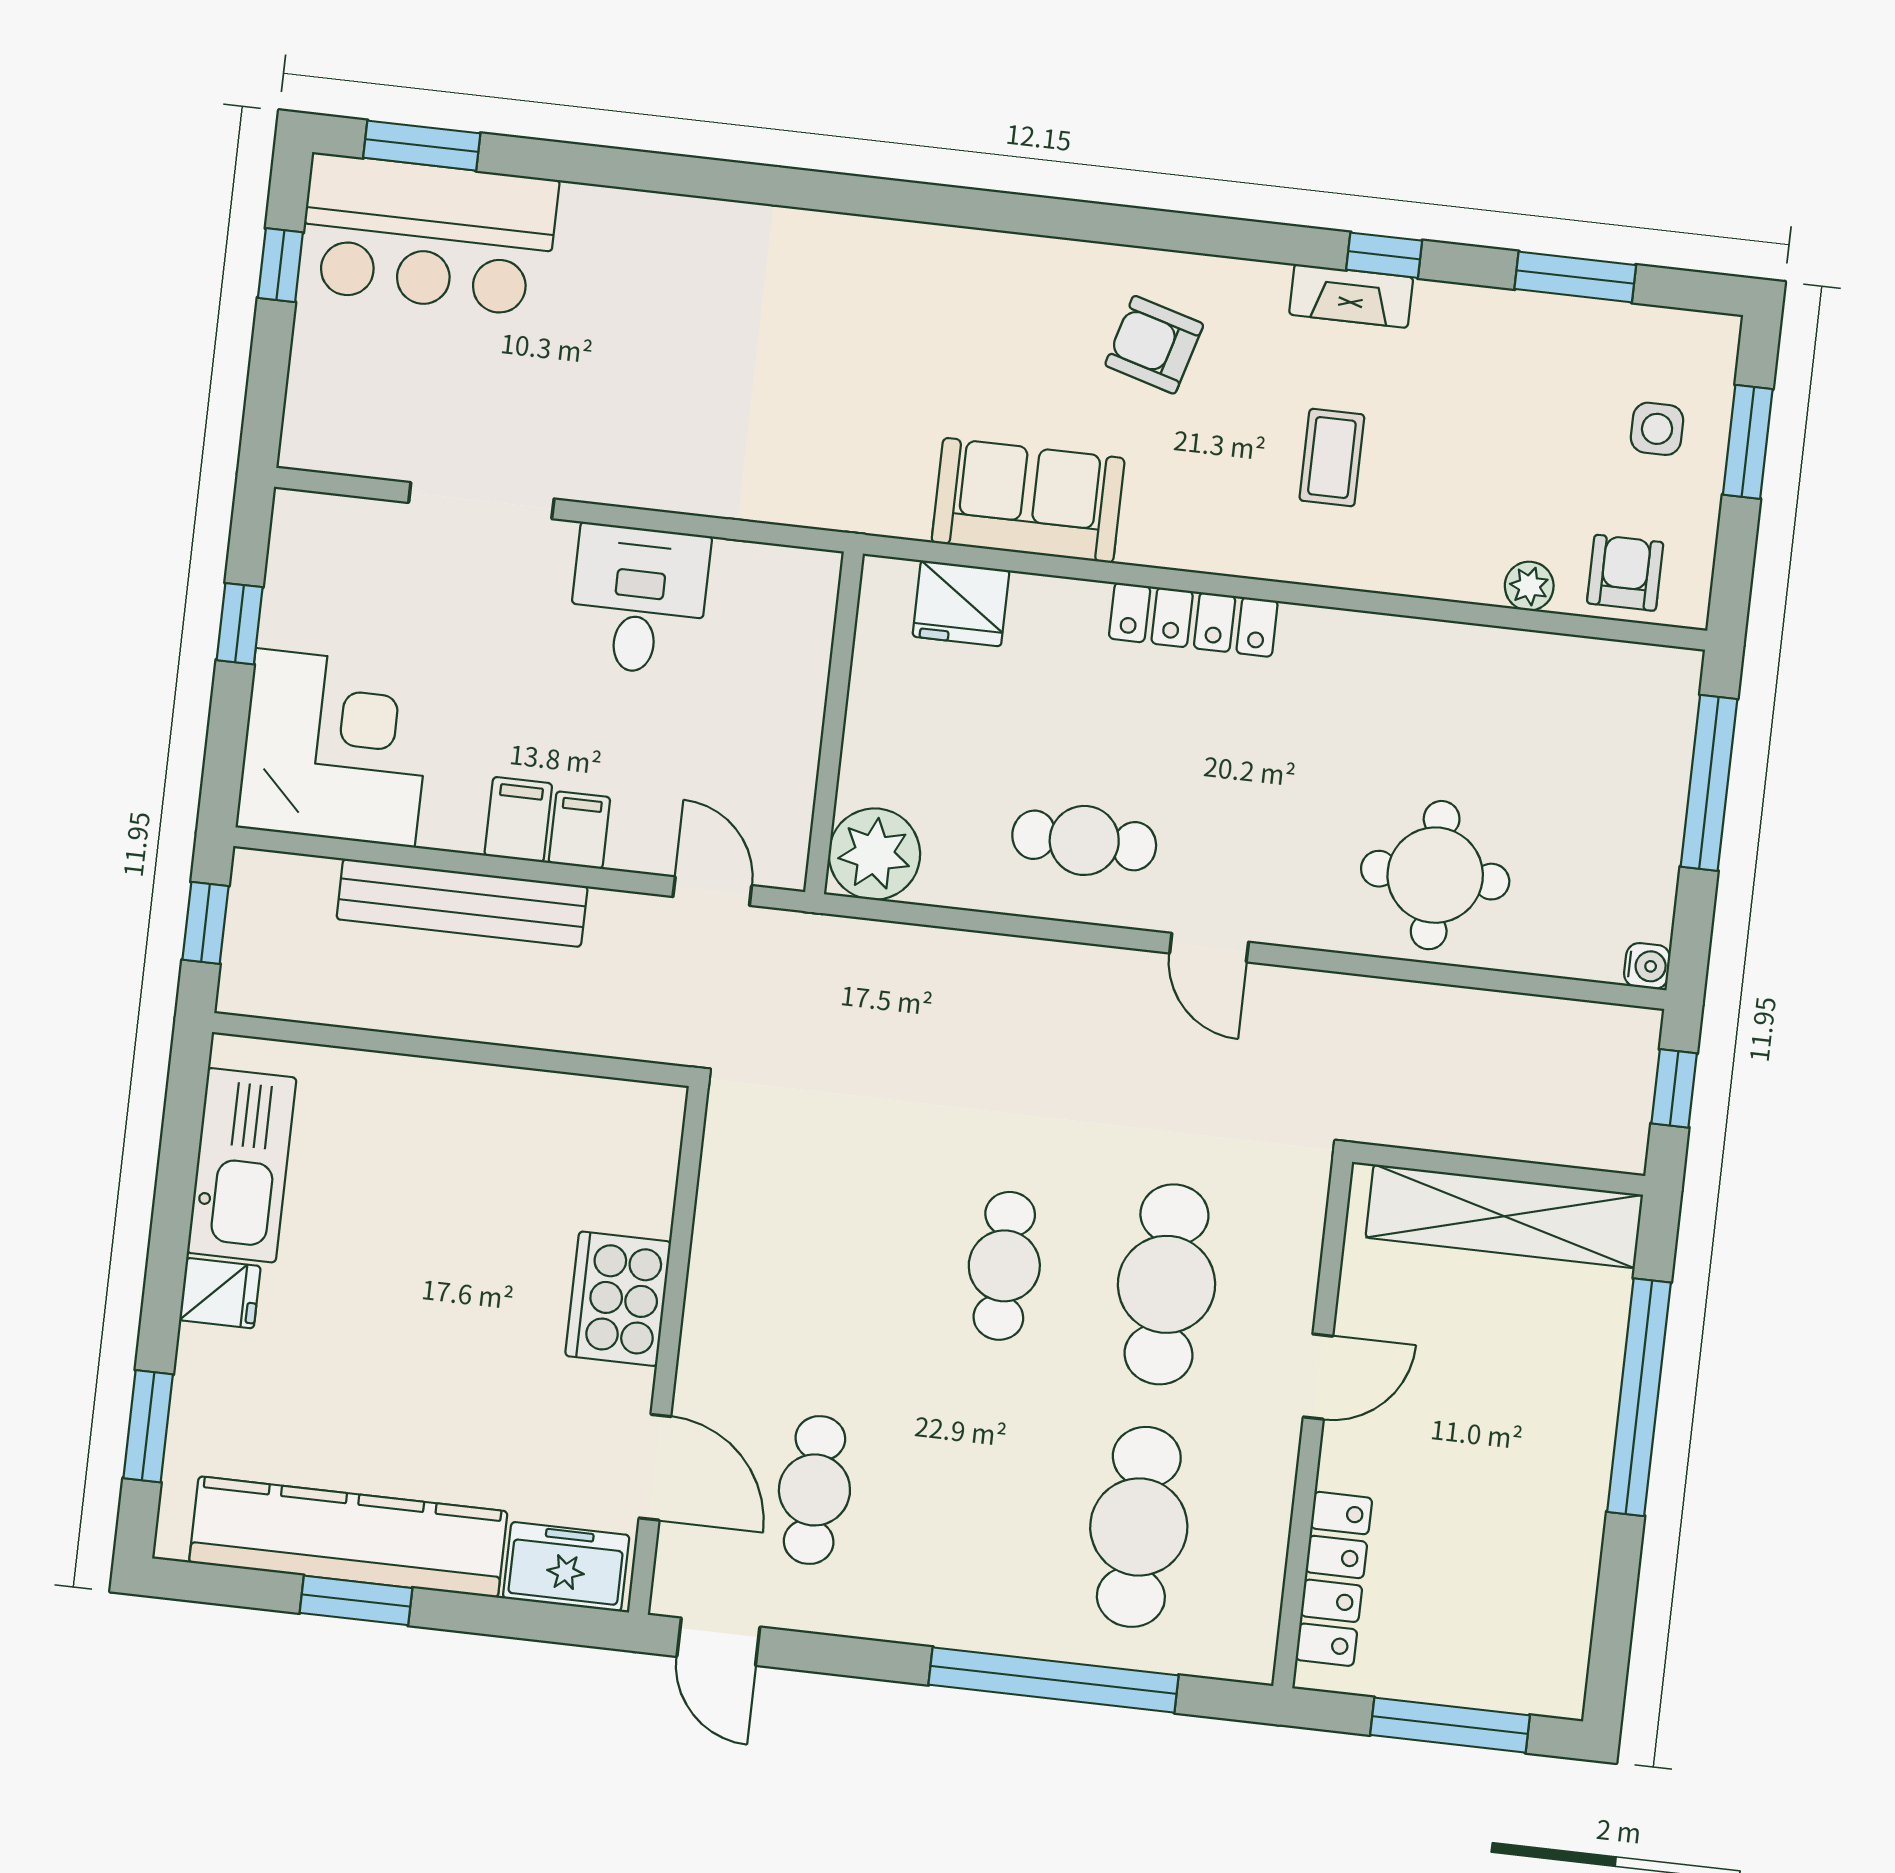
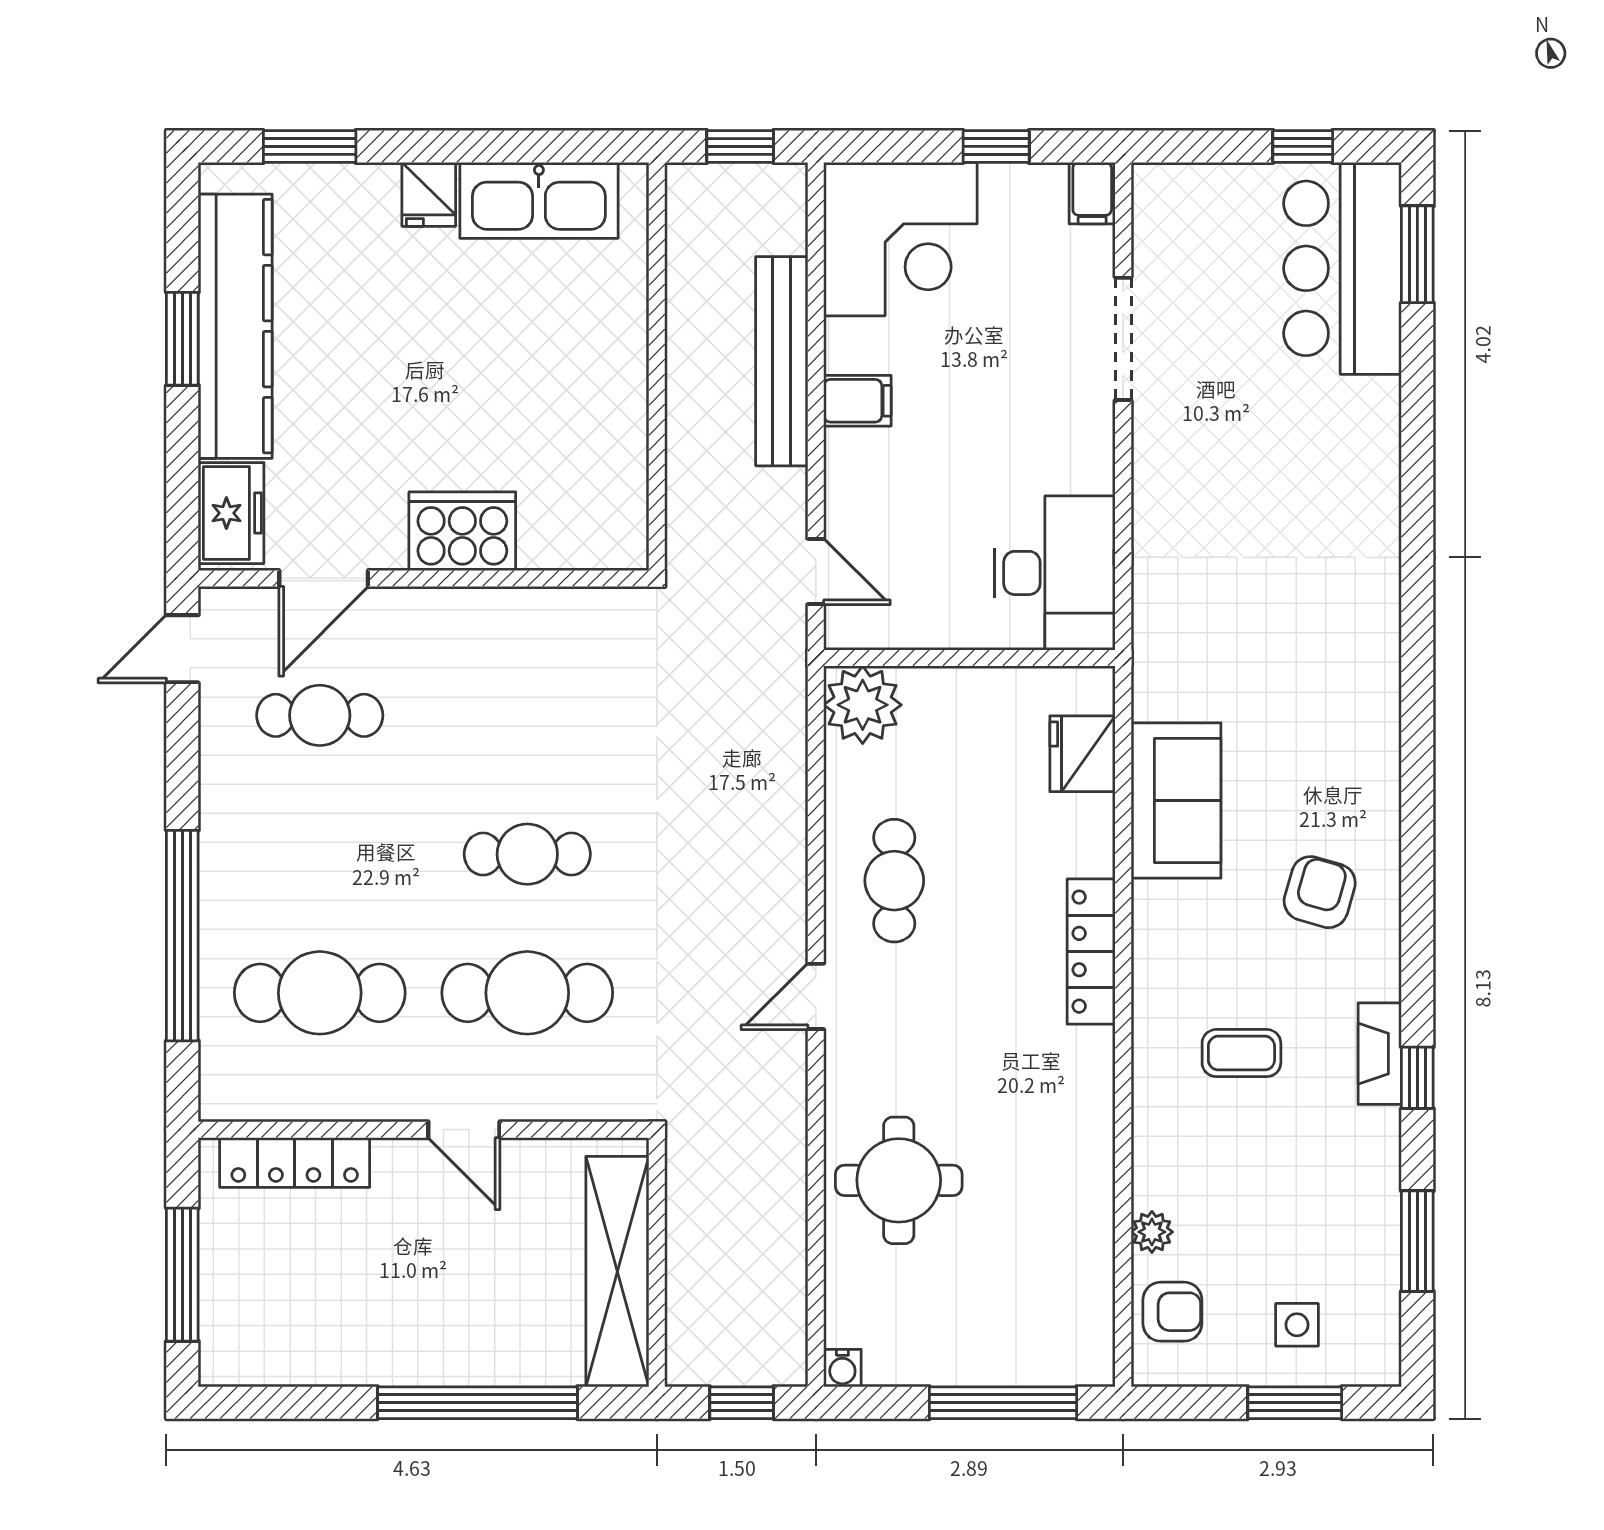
desk: (639, 600) -> (1055, 573), moved, width x1.37
filing cabinet: (579, 830) -> (1092, 193), moved, turned 90
door: (712, 891) -> (816, 571), hinge flipped

